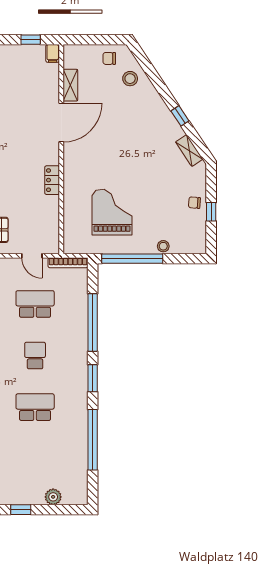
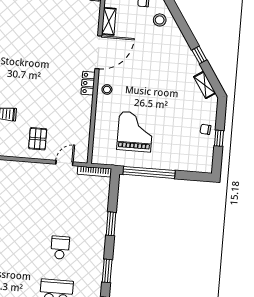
locker: (52, 180) -> (88, 83), moved
stool: (163, 246) -> (107, 89), moved
door: (32, 256) -> (64, 163), swing flipped
school desk: (35, 304) -> (64, 204), removed
window: (93, 323) -> (111, 224), width x0.47

